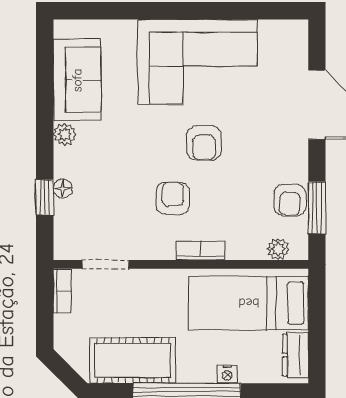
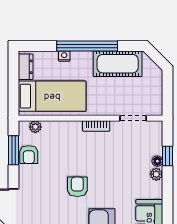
plant: (65, 134) -> (156, 174), moved
armchair: (173, 198) -> (95, 156), removed
armchair: (290, 200) -> (29, 155), turned 180
bookcase: (201, 251) -> (96, 126), moved
bookcase: (62, 291) -> (158, 103), removed

